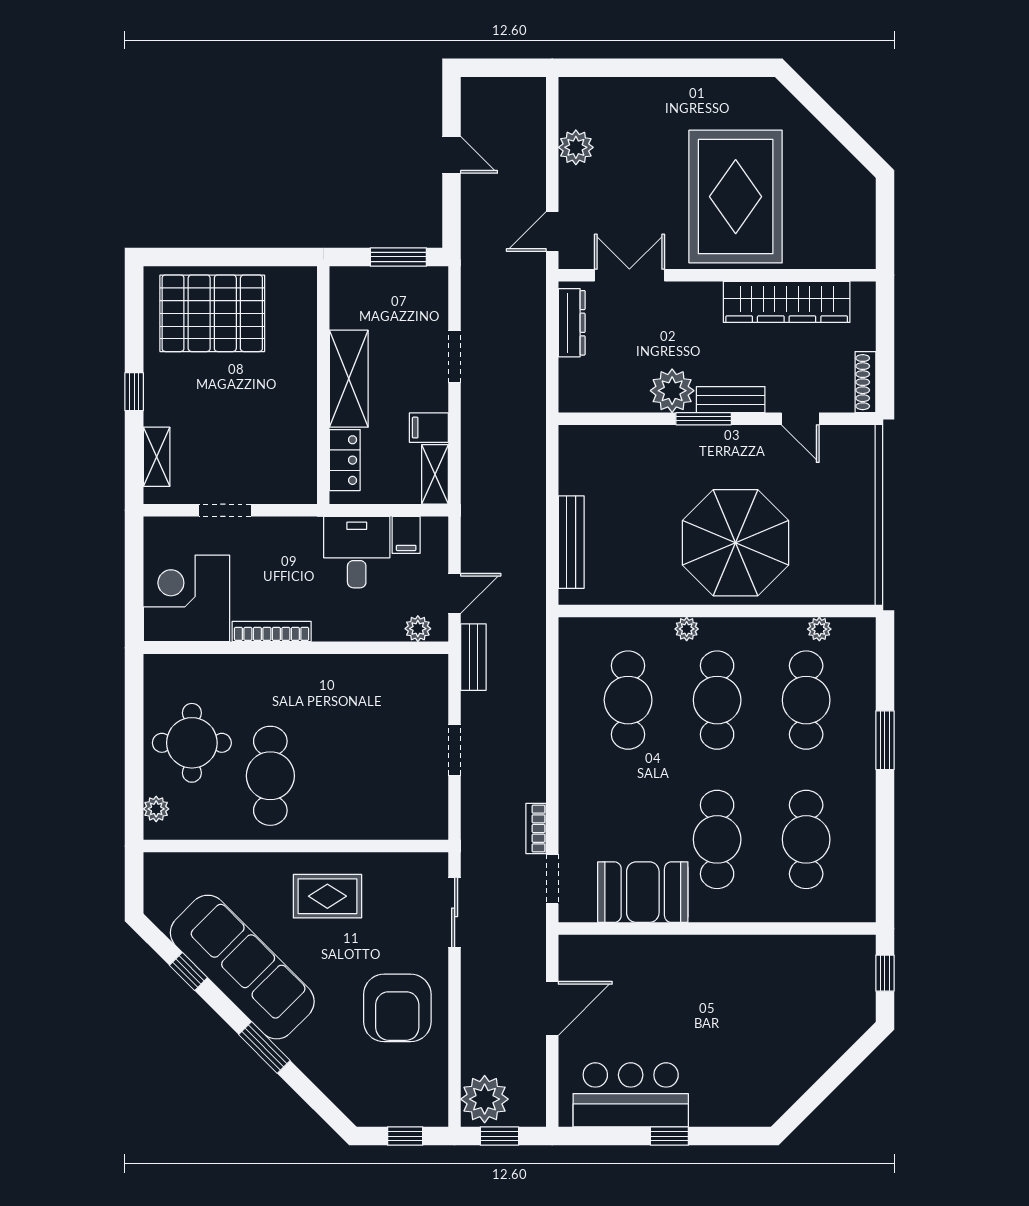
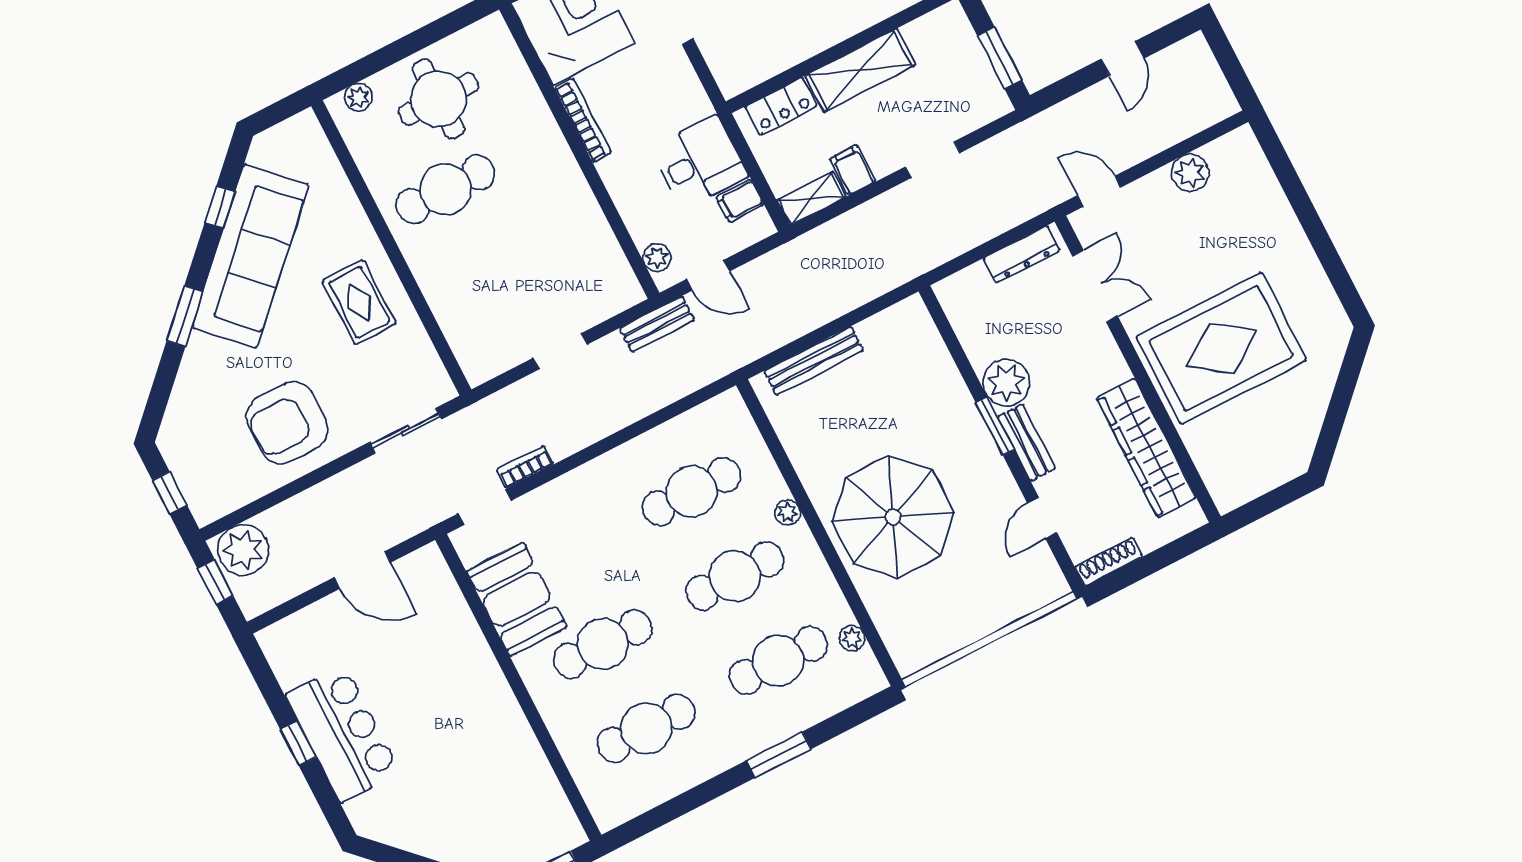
bar counter: (631, 1095) -> (343, 734), moved

